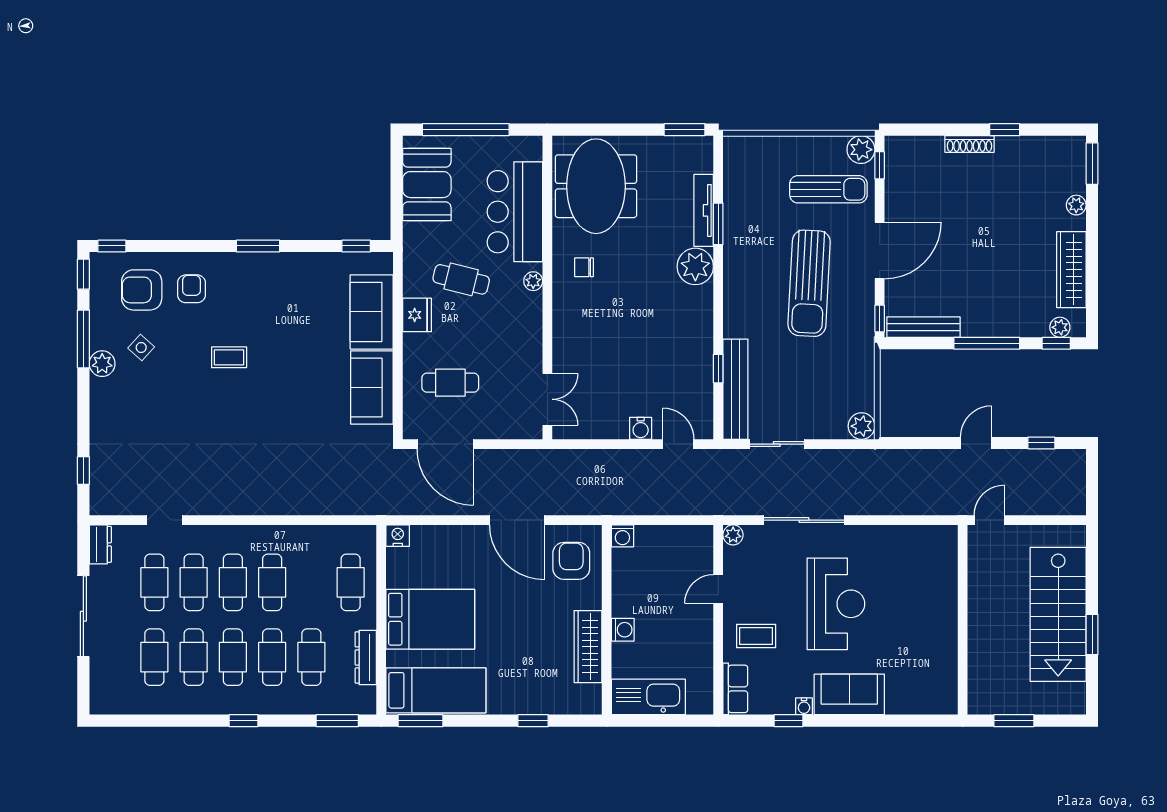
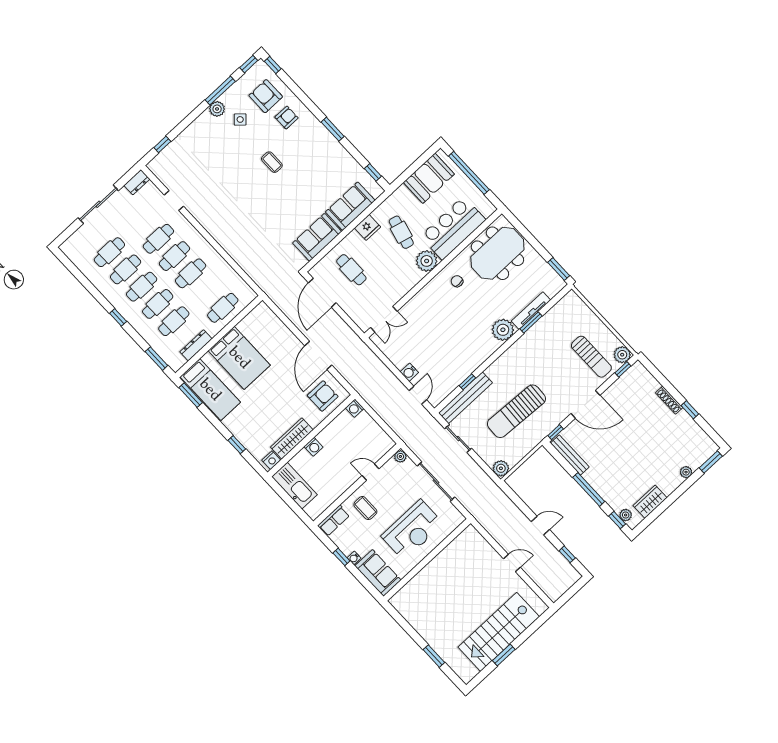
wardrobe: (1071, 270) -> (650, 502), width x0.67
plant: (533, 281) -> (427, 261), width x1.88, depth x1.88
sun lounger: (809, 283) -> (516, 411), moved
nightstand: (398, 536) -> (271, 460), moved, turned 90
cafe table: (154, 582) -> (142, 222), removed
wall: (963, 620) -> (427, 560), moved

